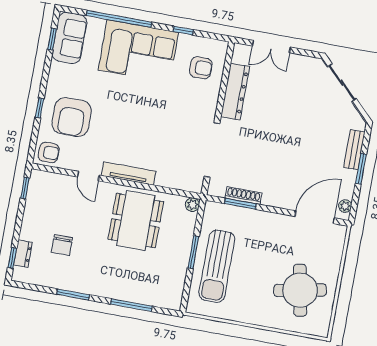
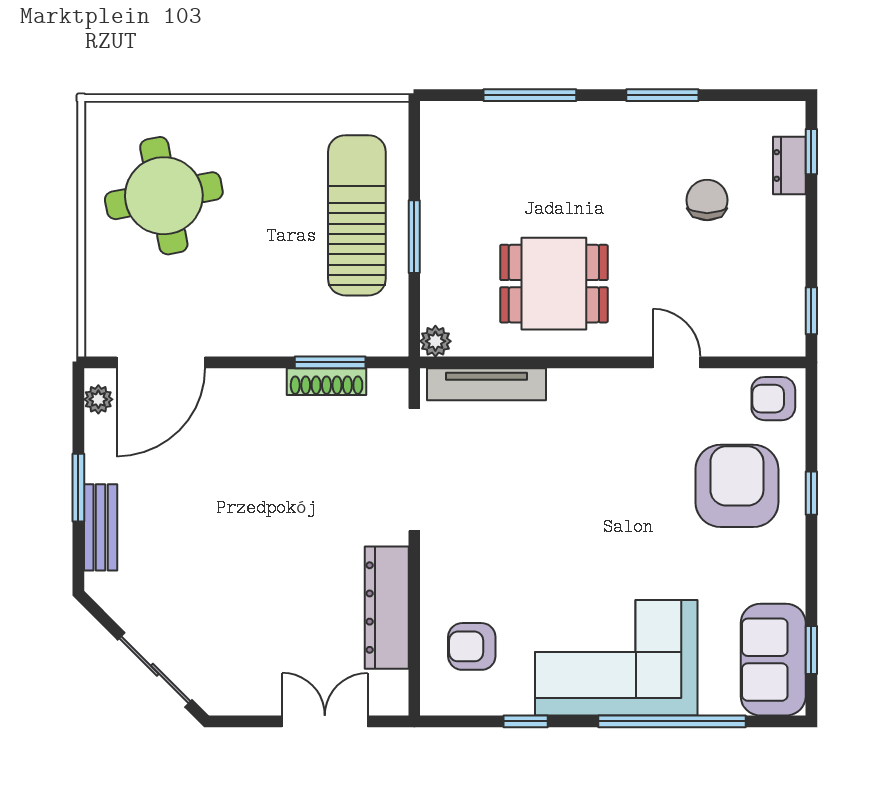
tv unit: (129, 174) -> (486, 384), moved
dining table: (136, 220) -> (554, 284), width x0.73

